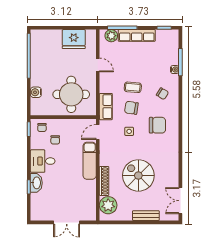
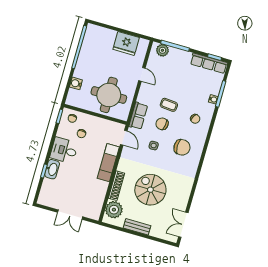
row of seats: (137, 35) -> (209, 63), moved
door: (98, 132) -> (124, 138), swing flipped
bench: (146, 216) -> (137, 227), moved

